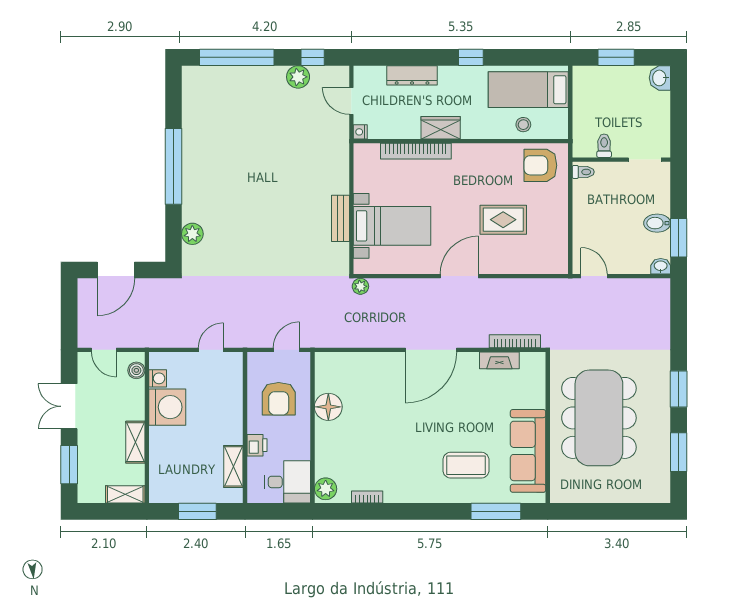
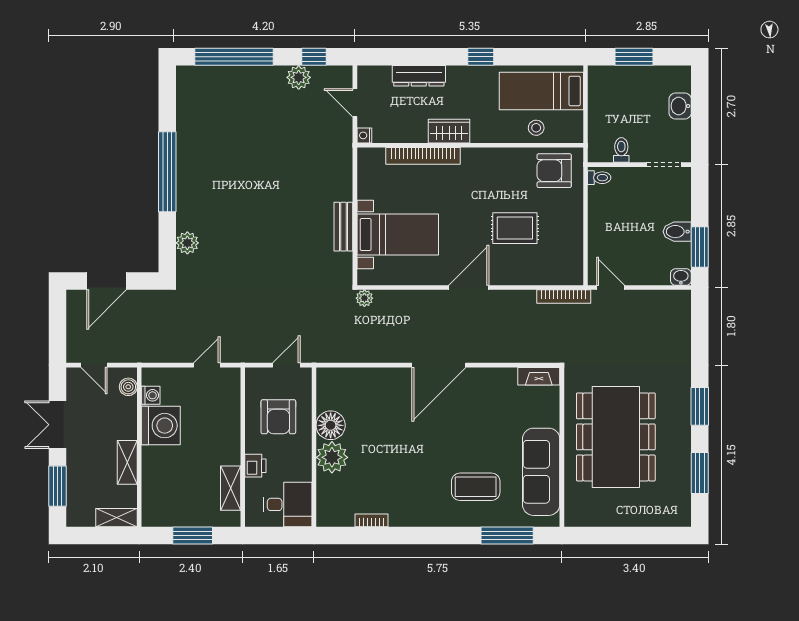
washbasin: (660, 78) -> (680, 106), moved
bookcase: (515, 341) -> (564, 297), moved, turned 180
fireplace: (499, 360) -> (539, 376), moved
plant: (326, 489) -> (332, 457), moved, width x1.36, depth x1.36

